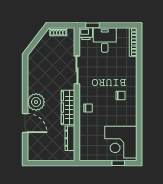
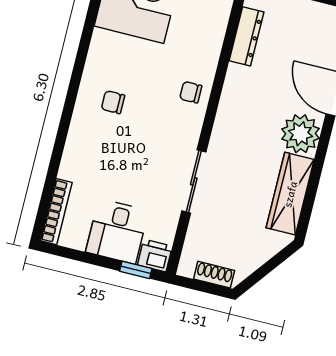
wardrobe: (68, 108) -> (290, 194), moved, turned 180

